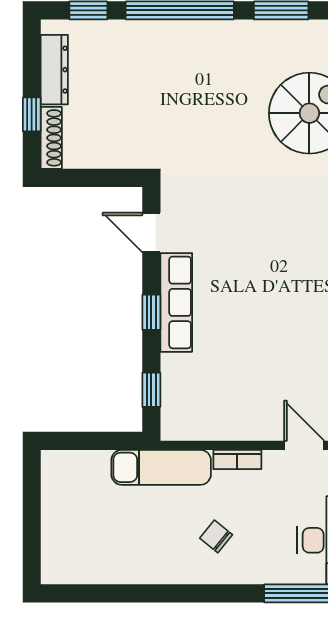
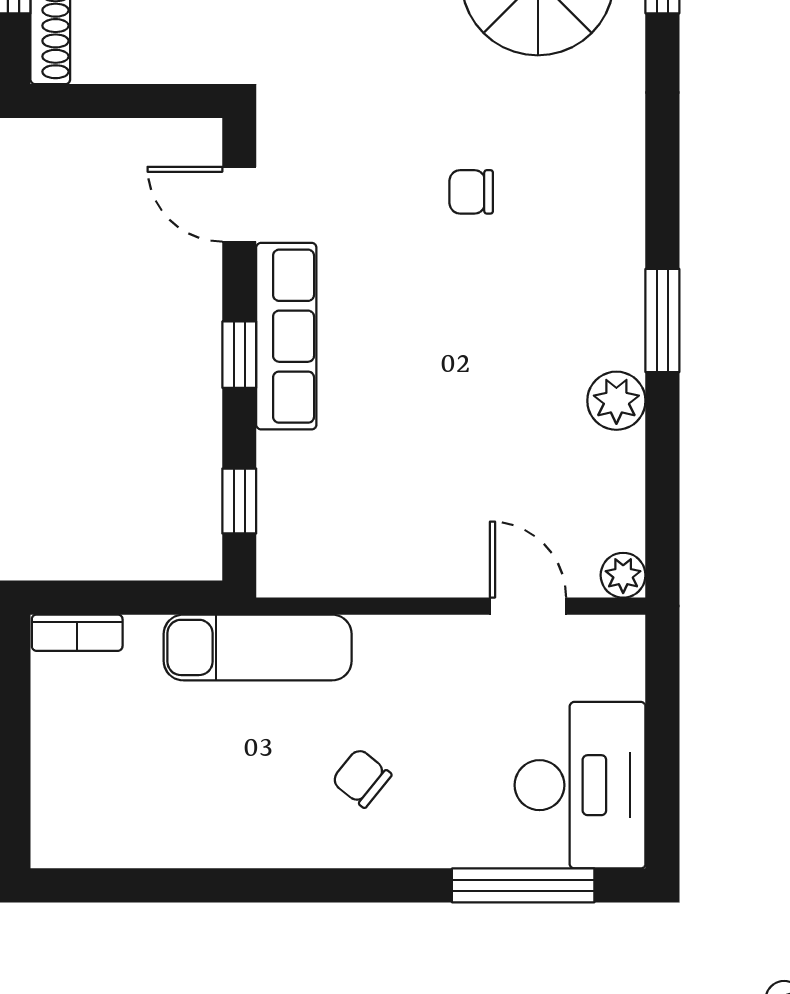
chair: (274, 226) -> (471, 192), added
bookcase: (237, 460) -> (77, 633), moved

